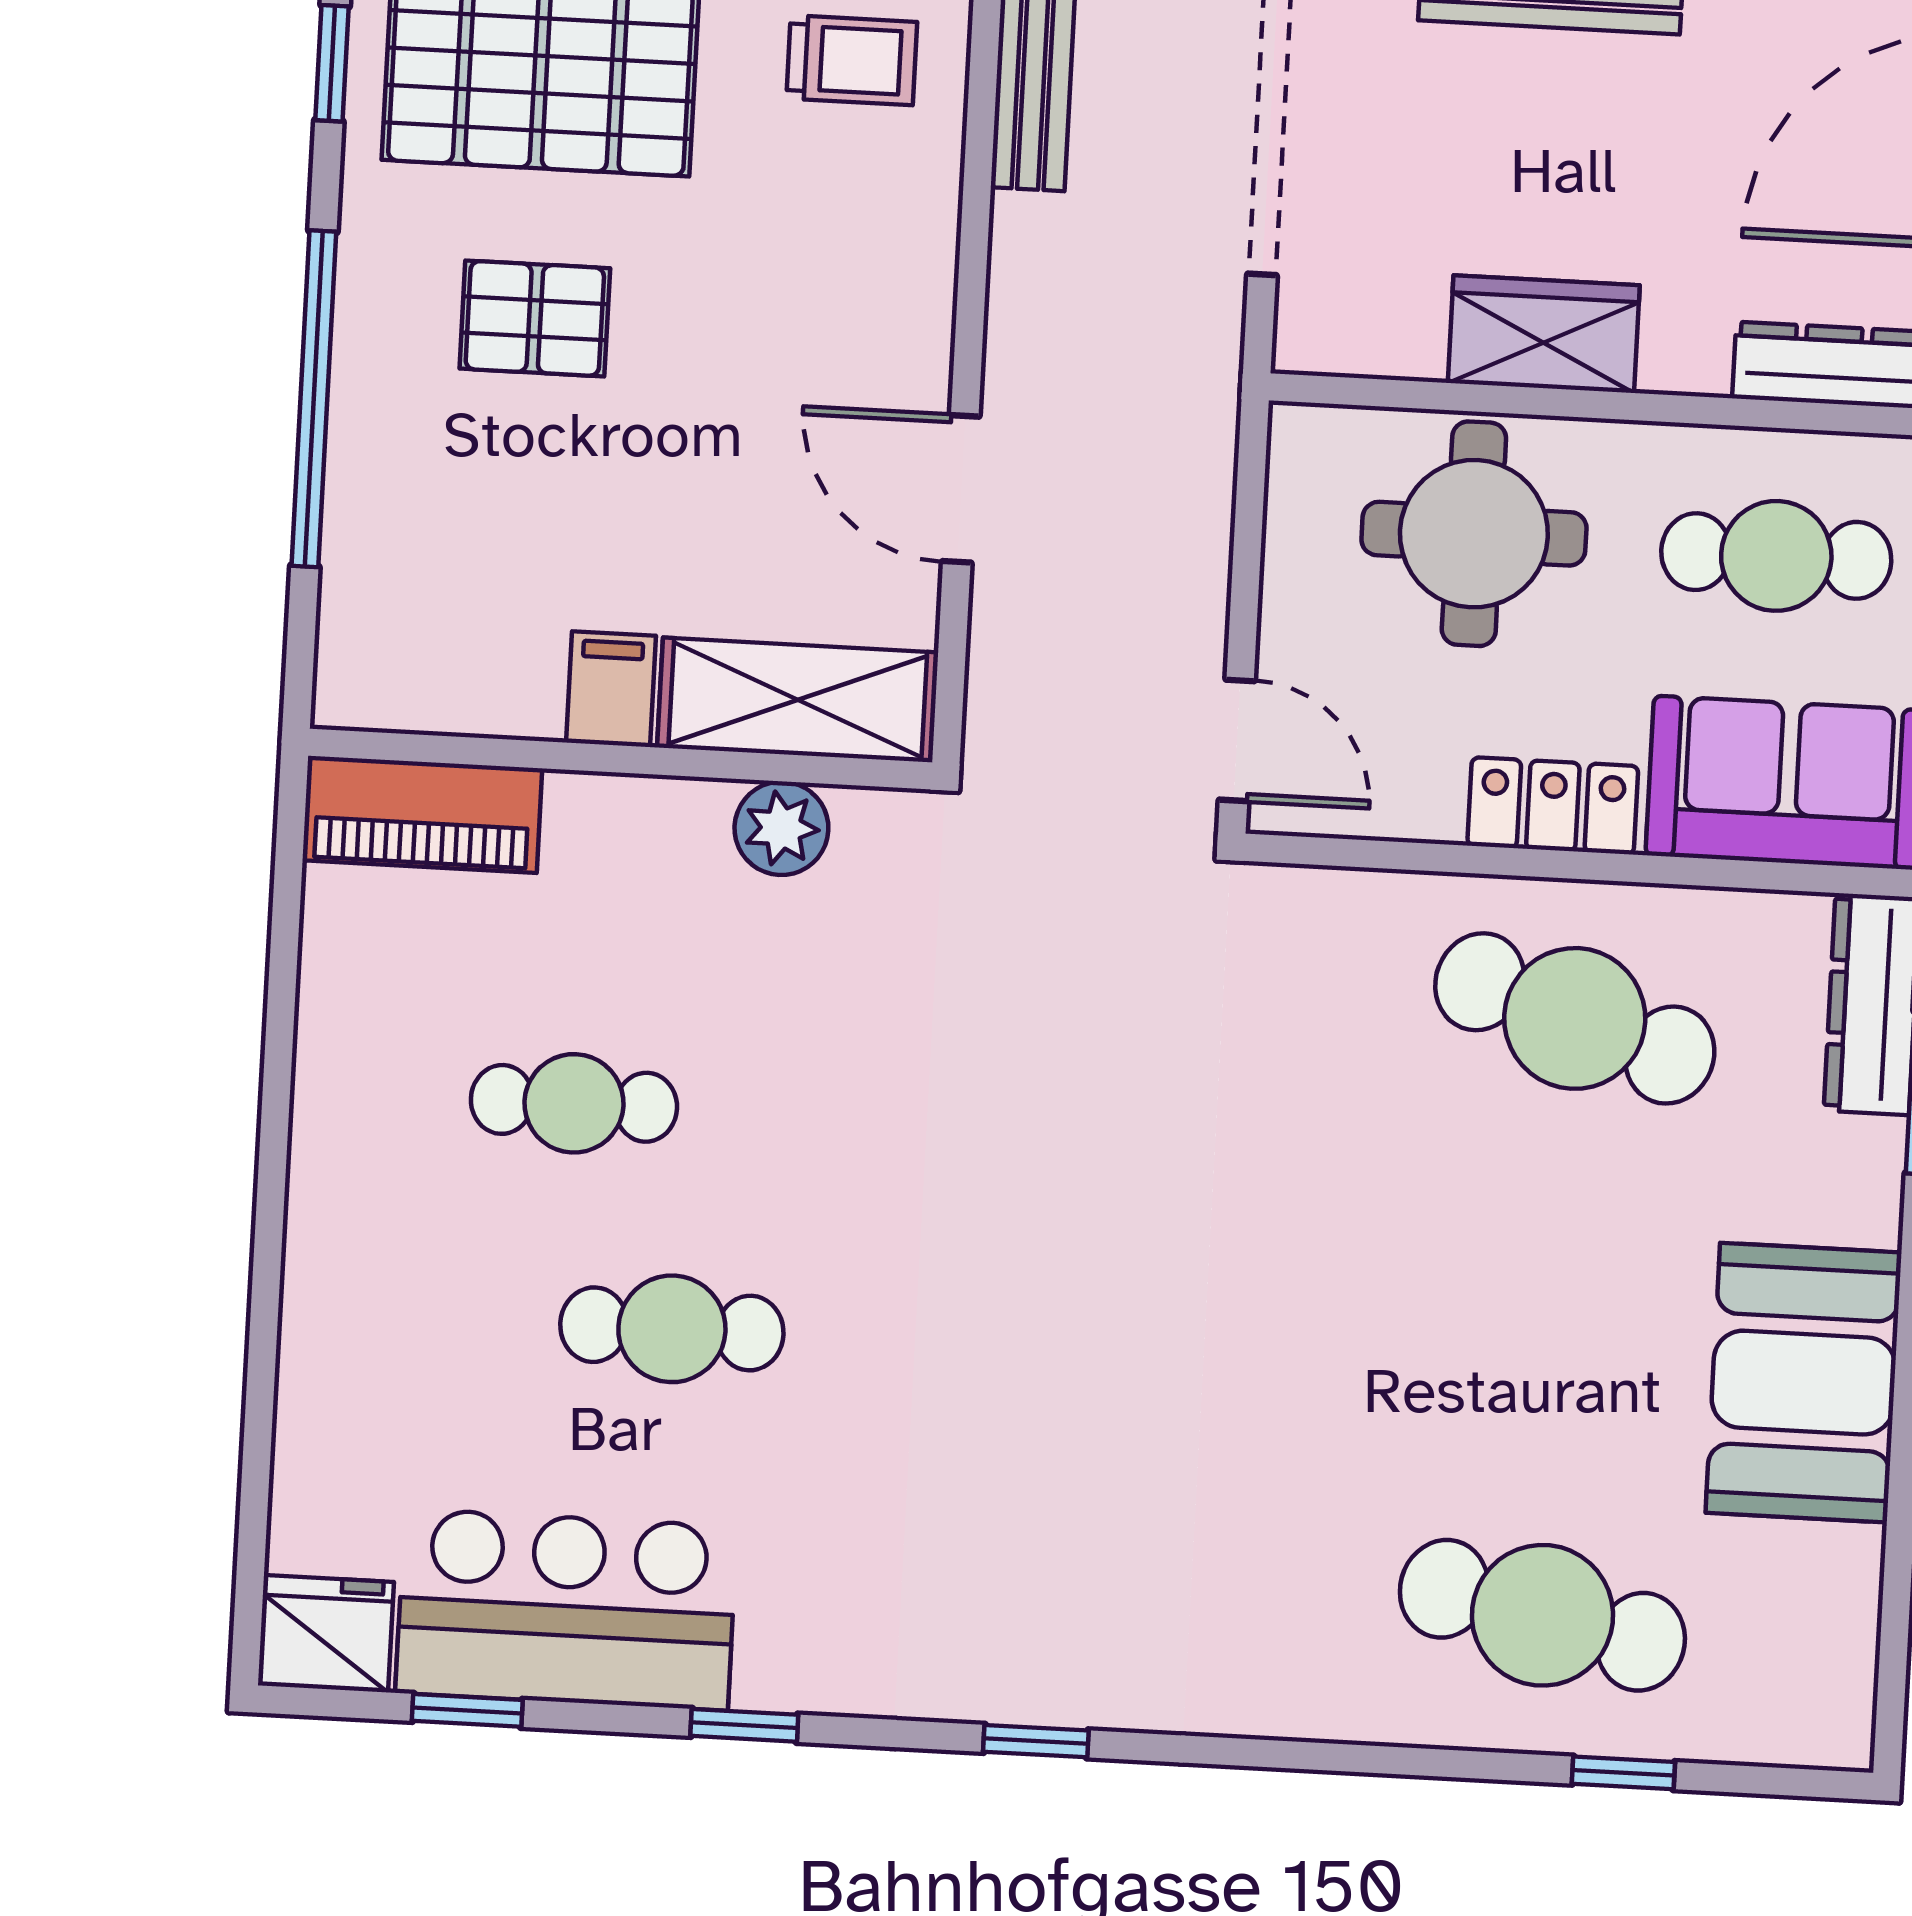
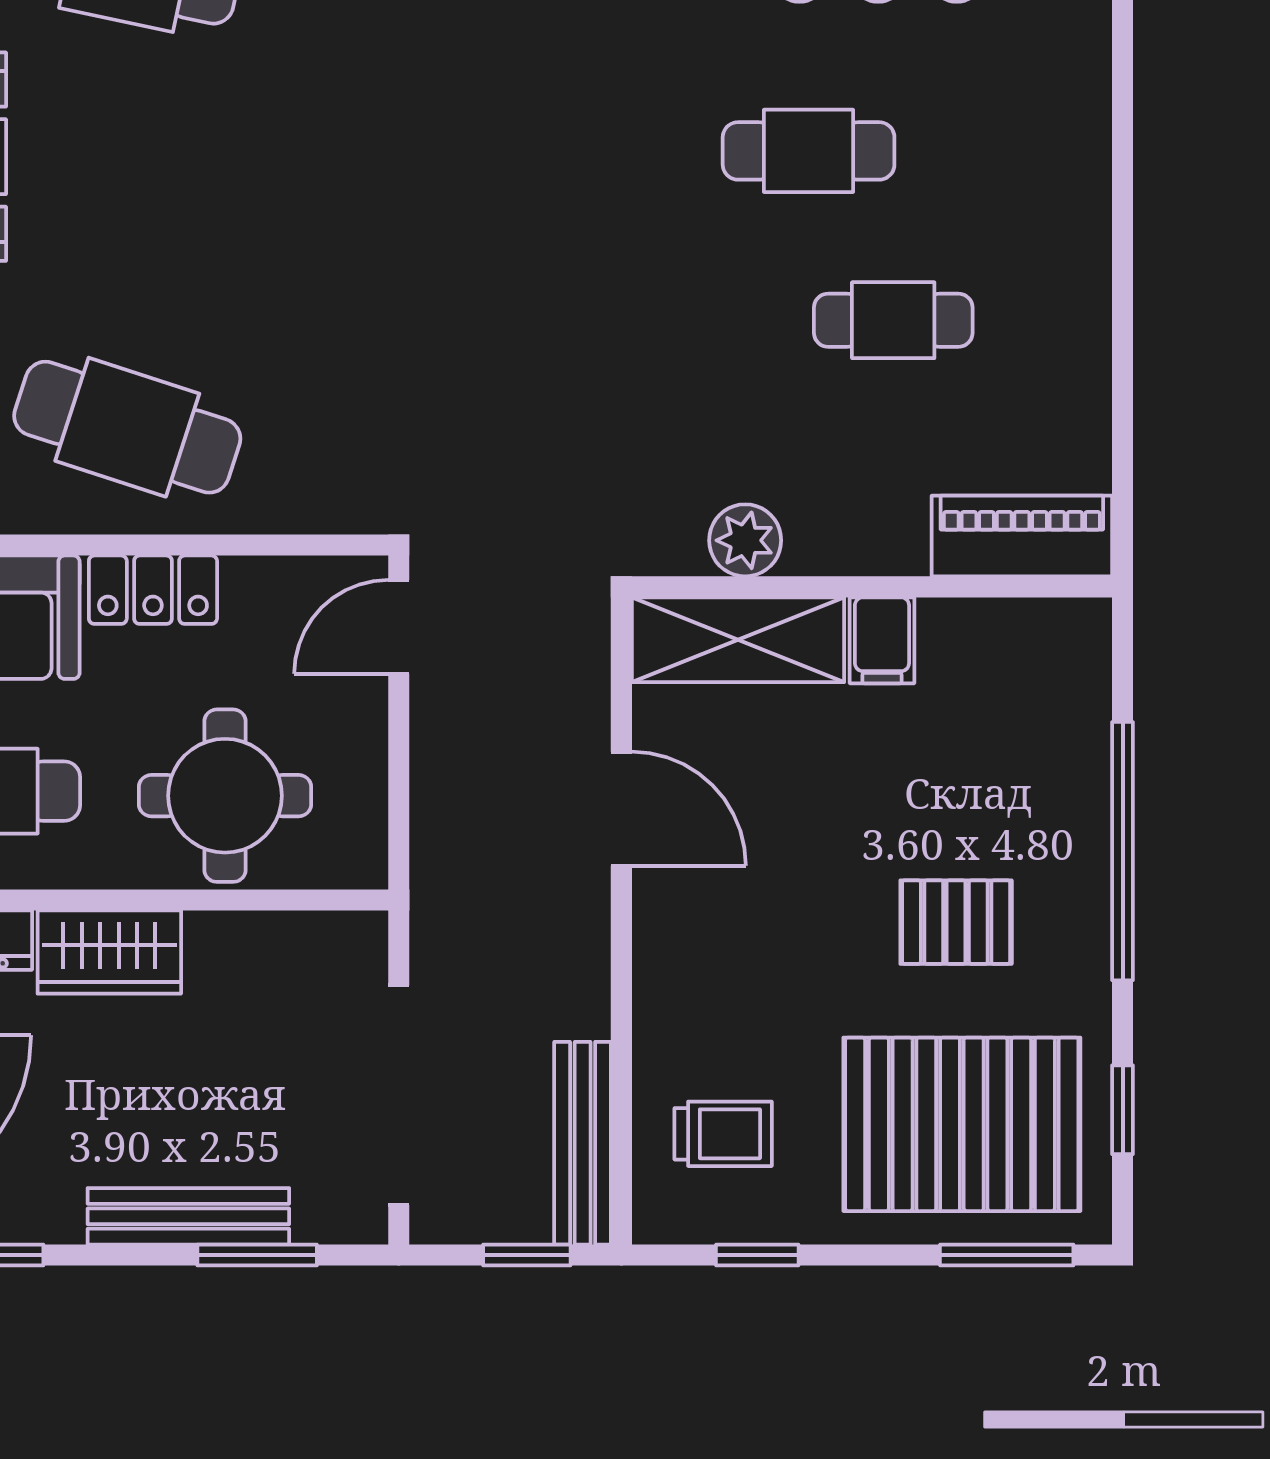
trolley: (852, 60) -> (723, 1134), turned 180
wardrobe: (1544, 334) -> (109, 952), moved
door: (1237, 740) -> (399, 627), hinge flipped

